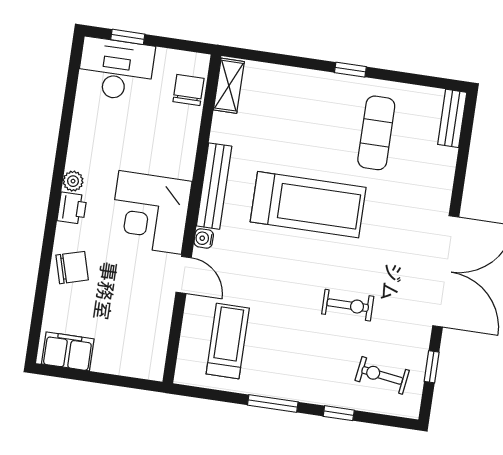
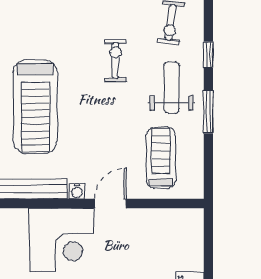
treadmill: (308, 205) -> (35, 107), turned 180
treadmill: (228, 341) -> (161, 158), turned 90
weight bench: (307, 365) -> (172, 88), added

